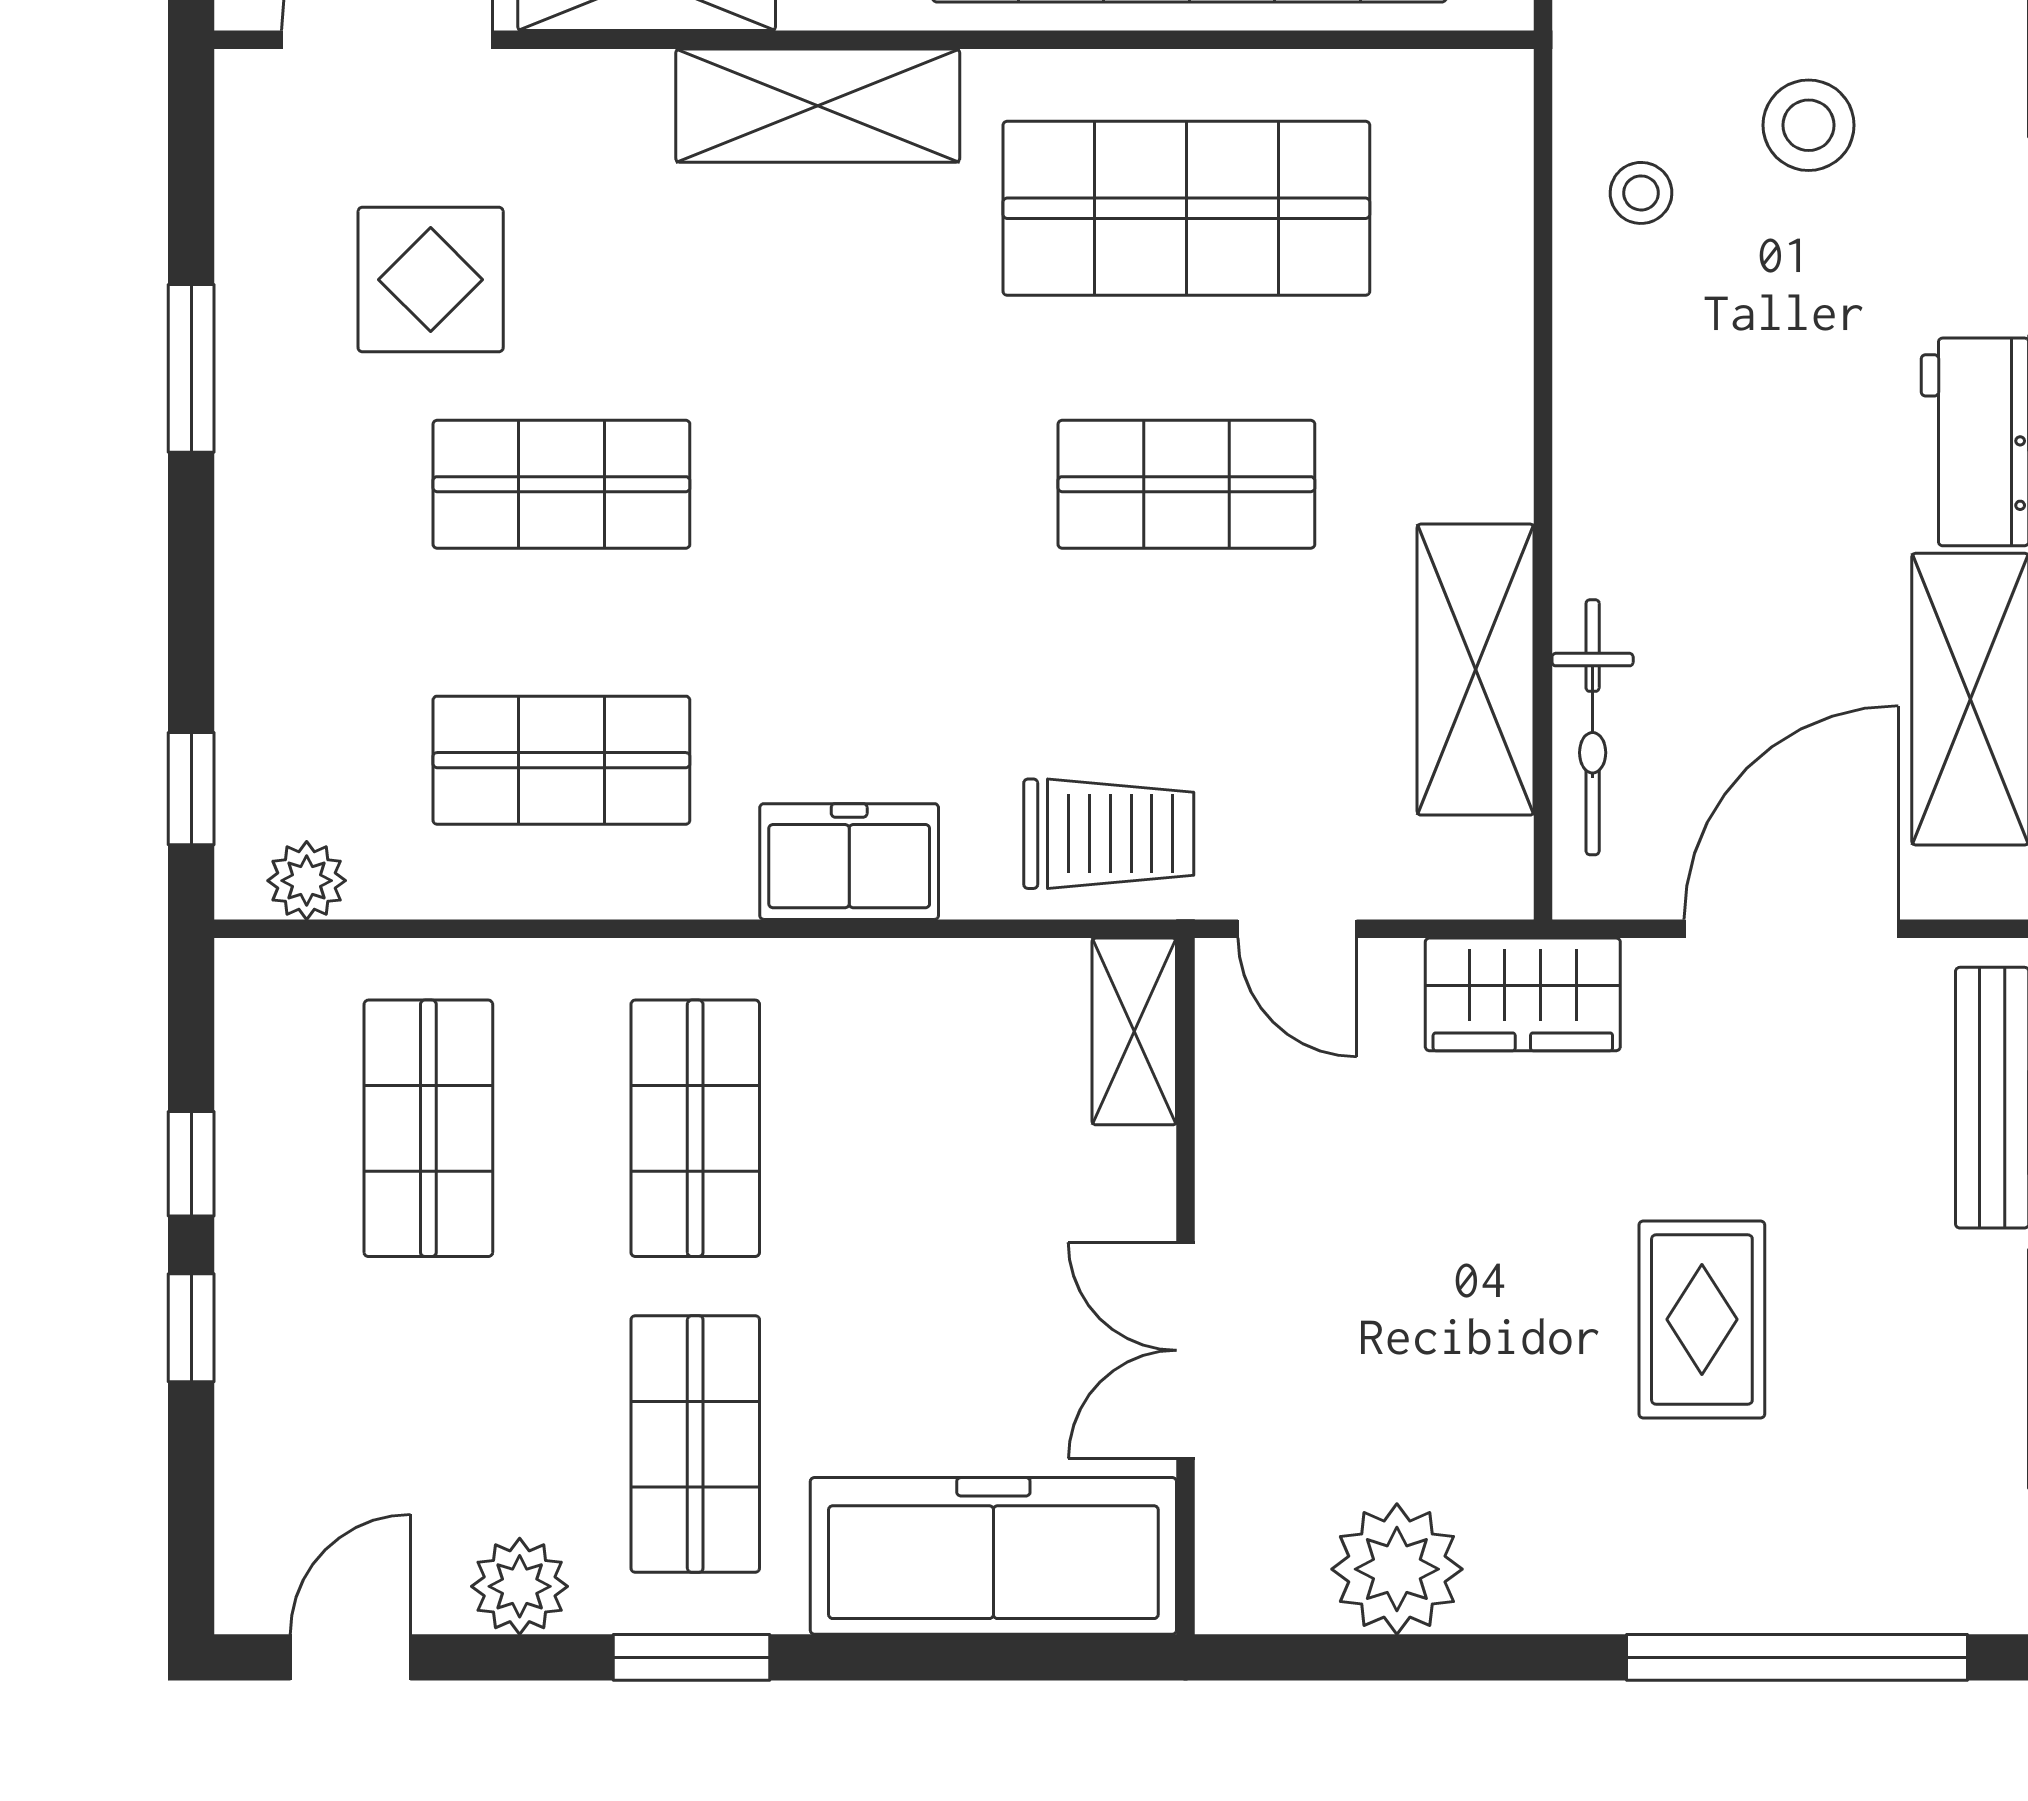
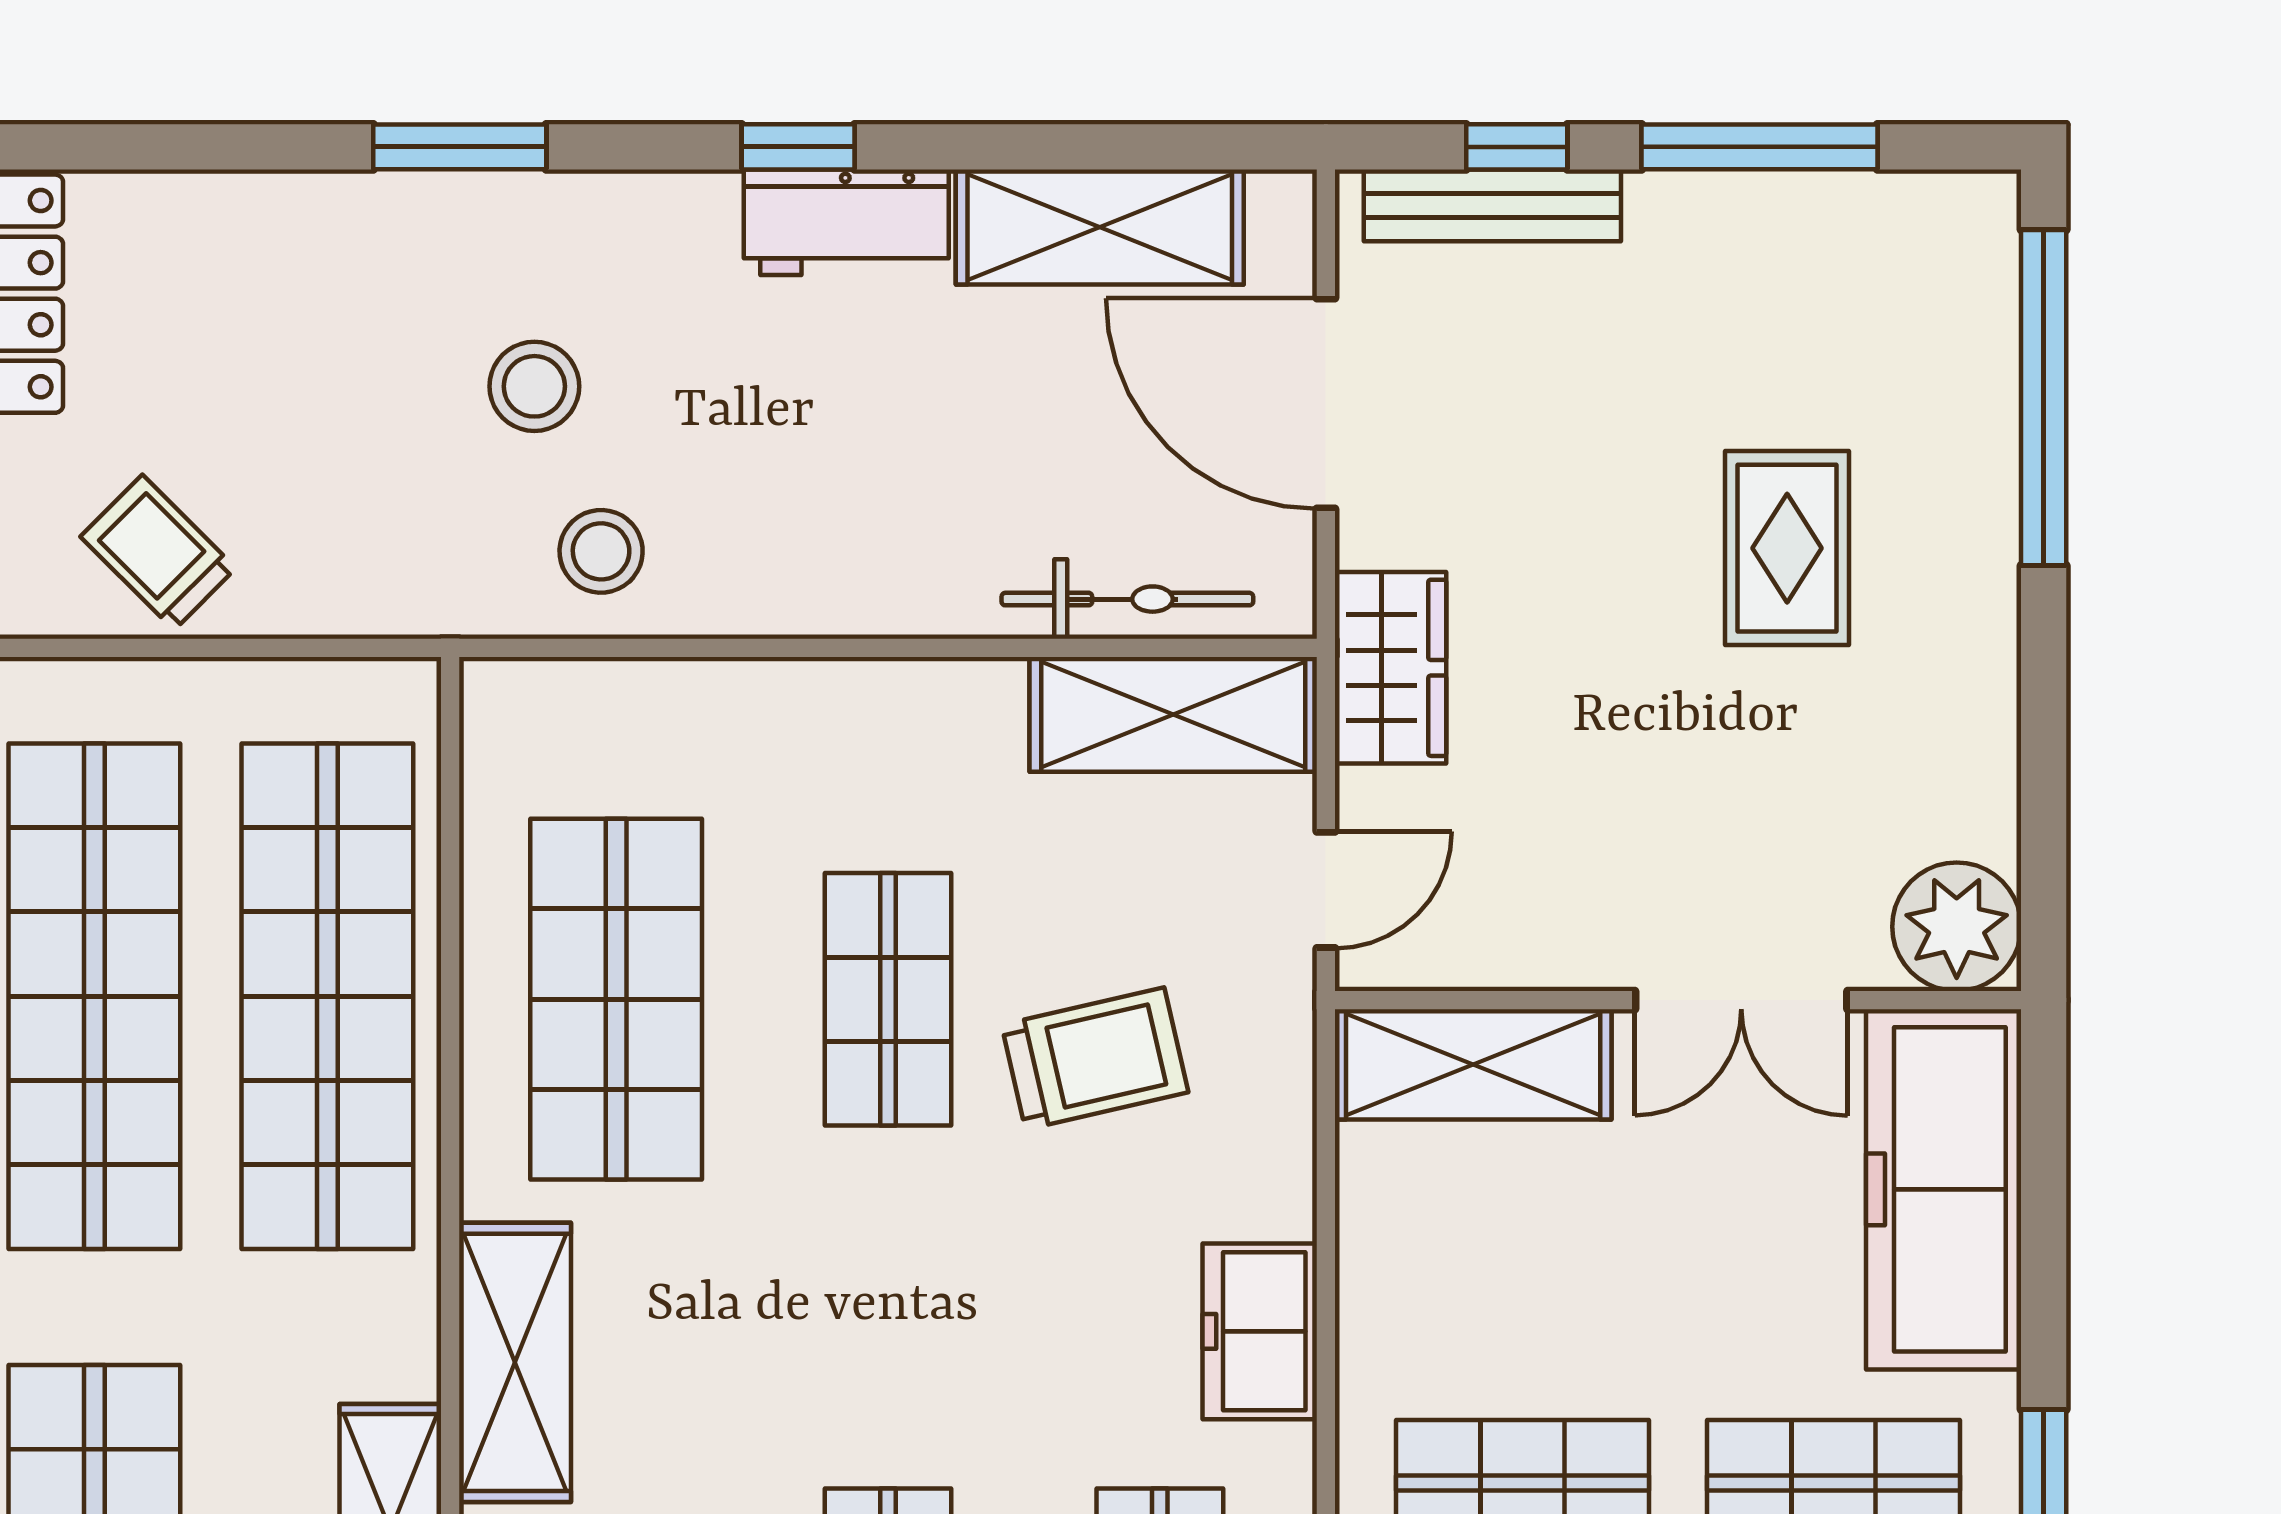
stool: (1641, 193) -> (601, 551), width x1.37, depth x1.37
shelving: (1476, 670) -> (1173, 714), moved
trolley: (1109, 834) -> (1095, 1059), moved, turned 77
shelving: (1134, 1031) -> (1473, 1064), width x1.50, depth x1.33
rug: (1702, 1319) -> (1787, 548), moved, turned 90
plant: (1397, 1569) -> (1957, 927), moved

